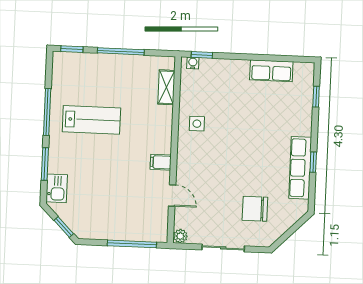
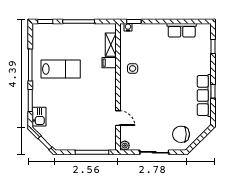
filing cabinet: (161, 162) -> (109, 63), moved
chair: (255, 209) -> (181, 134), moved

